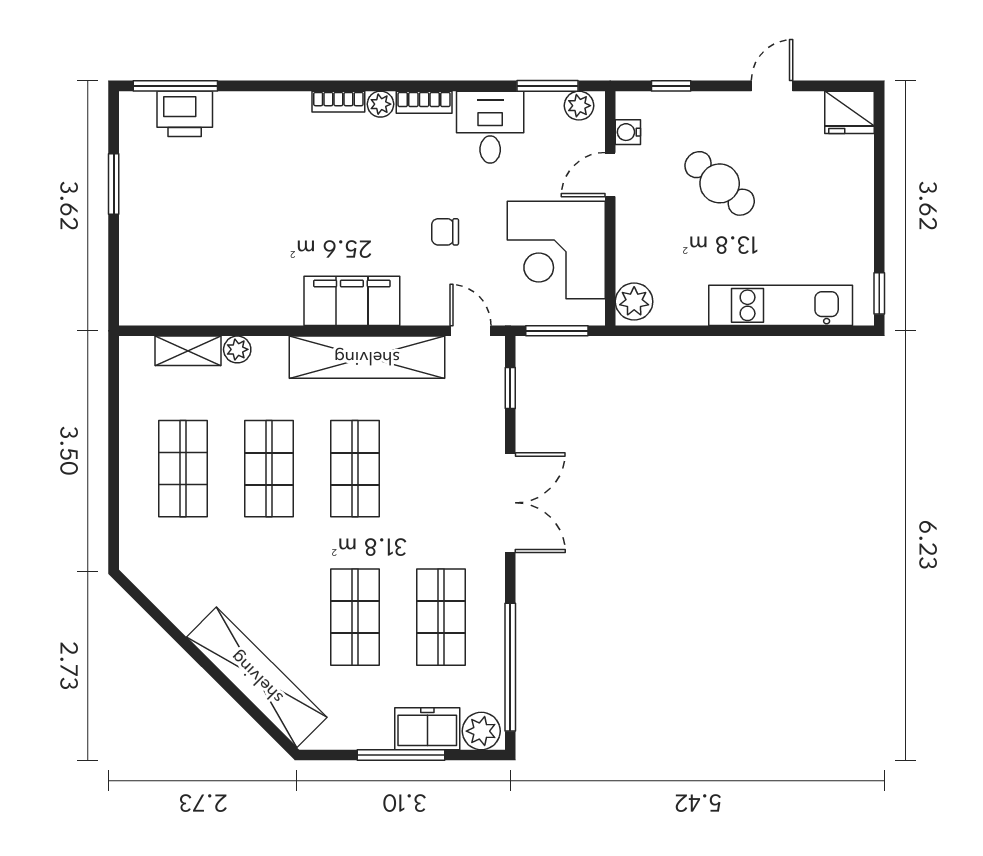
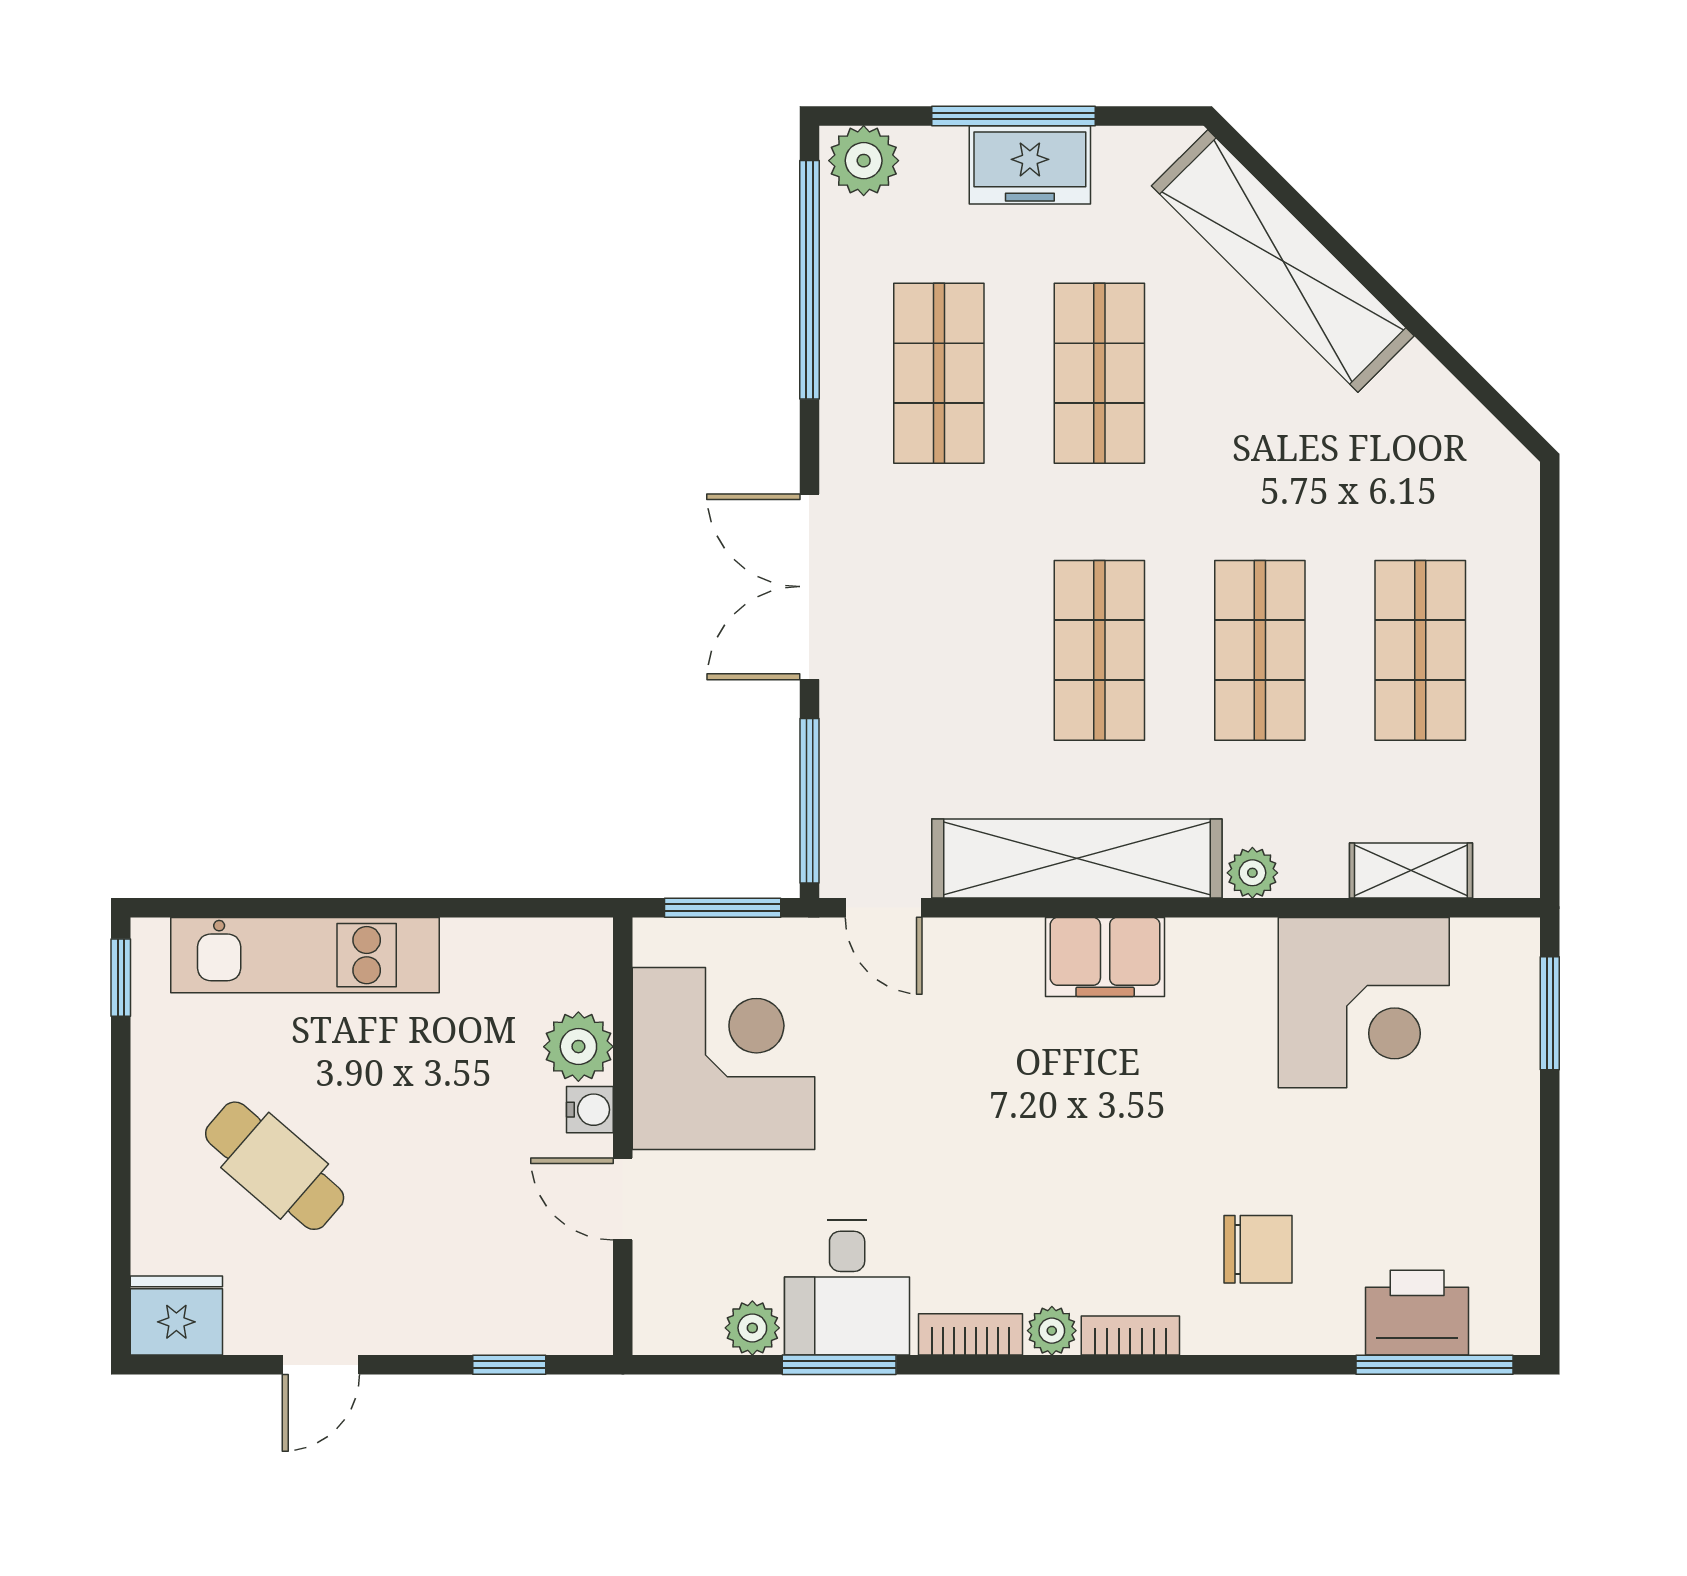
window: (548, 86) -> (839, 1365), moved
plant: (579, 106) -> (752, 1328), moved
water cooler: (628, 132) -> (590, 1110), moved
door: (610, 175) -> (623, 1199), swing flipped
cafe table: (720, 183) -> (275, 1166), moved
window: (114, 184) -> (1550, 1013), moved
chair: (445, 232) -> (1258, 1249), moved, width x1.37, depth x1.37
corner desk: (213, 280) -> (1364, 1003), added
filing cabinet: (352, 301) -> (1105, 957), width x0.67, depth x0.86
plant: (634, 302) -> (578, 1047), moved
plant: (237, 349) -> (1252, 873), moved
window: (510, 388) -> (809, 801), width x2.17
freezer: (427, 729) -> (1030, 165), moved

